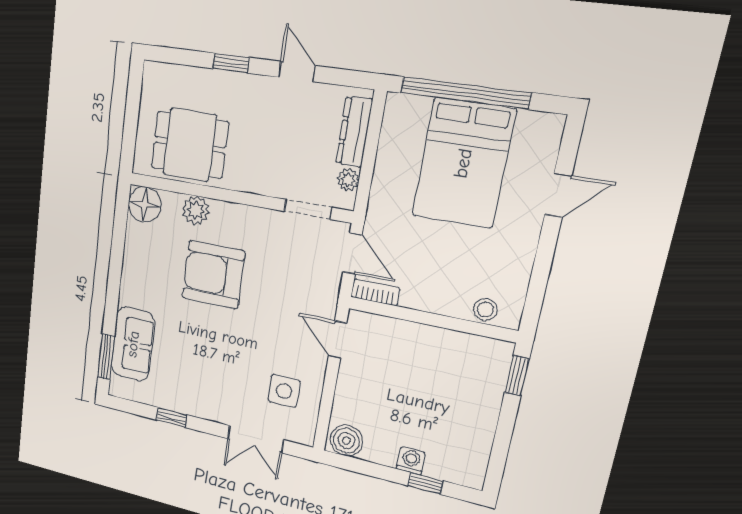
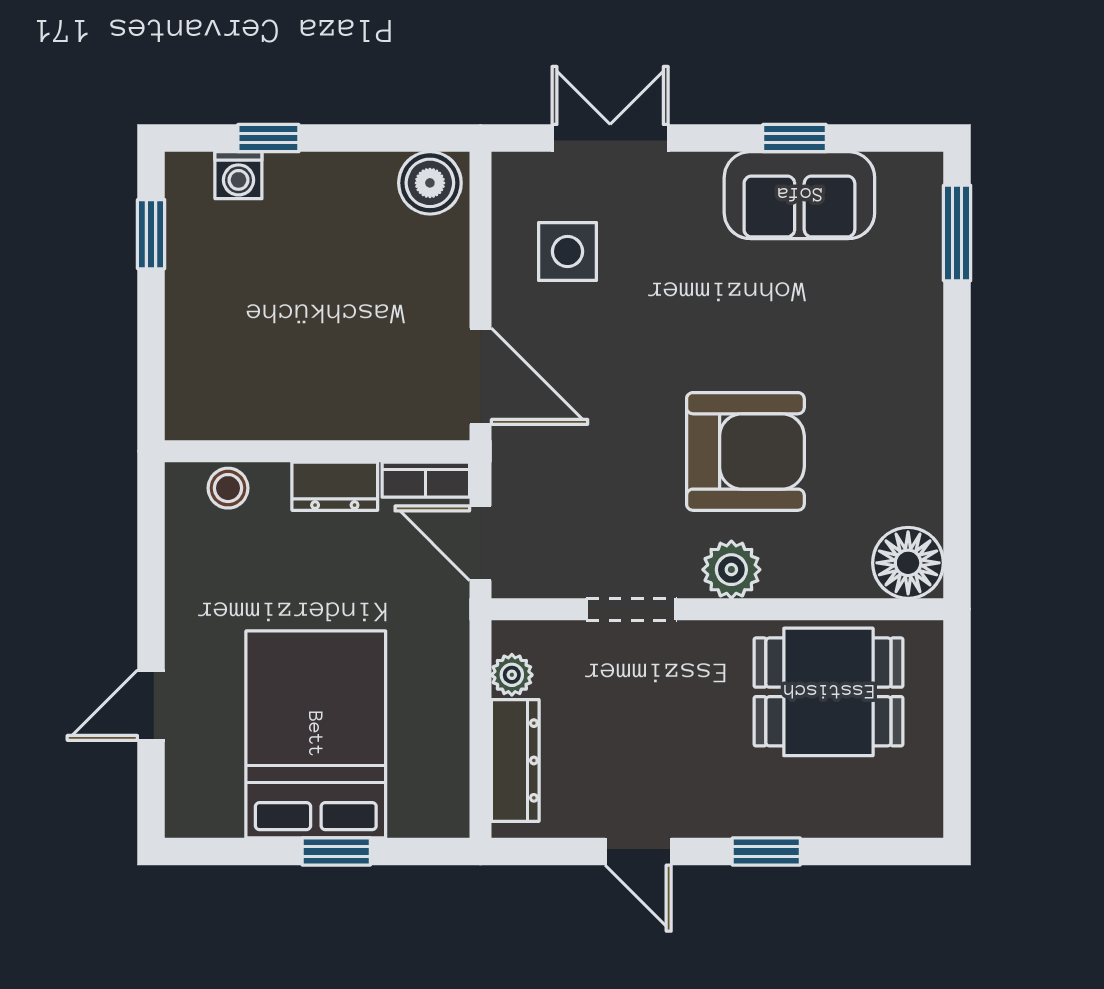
window: (465, 93) -> (336, 851), width x0.32
doorway: (308, 209) -> (631, 609), moved
plant: (196, 210) -> (731, 570), moved
dresser: (425, 299) -> (335, 486), added
door: (338, 340) -> (481, 376), width x1.38
sofa: (133, 344) -> (799, 195), moved, turned -90
window: (517, 376) -> (151, 234), moved
washing machine: (411, 461) -> (238, 175), moved

